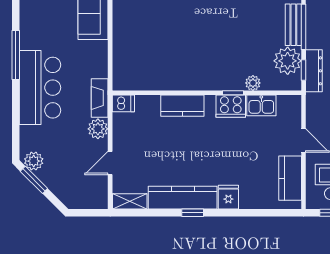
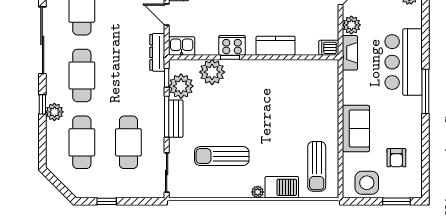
dresser: (314, 71) -> (157, 52), moved
plant: (253, 83) -> (212, 72), width x1.87, depth x1.87
kitchen sink: (261, 105) -> (182, 46), moved

